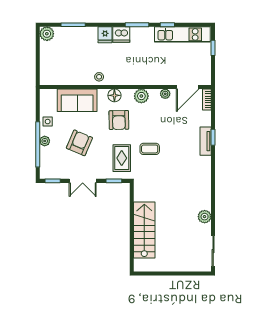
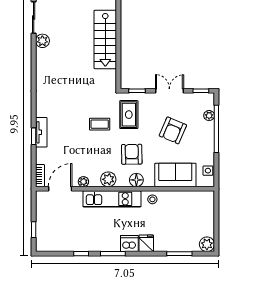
kitchen unit: (182, 34) -> (112, 199), moved, turned 180
side table: (48, 122) -> (208, 171), moved
plant: (45, 141) -> (209, 116), moved
plant: (205, 217) -> (42, 41), moved

